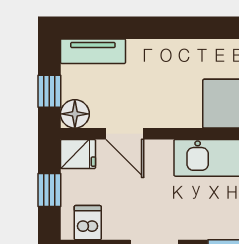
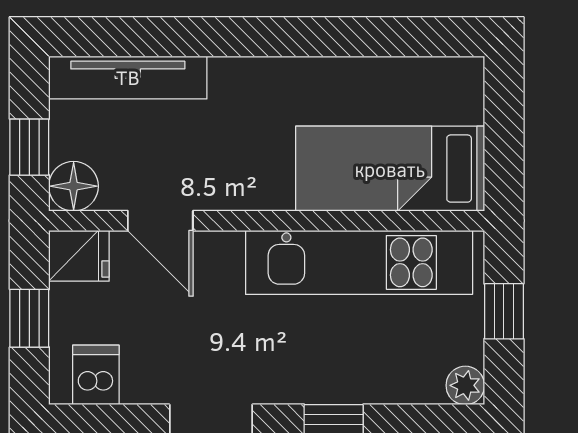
tv unit: (93, 51) -> (128, 77), width x1.41

